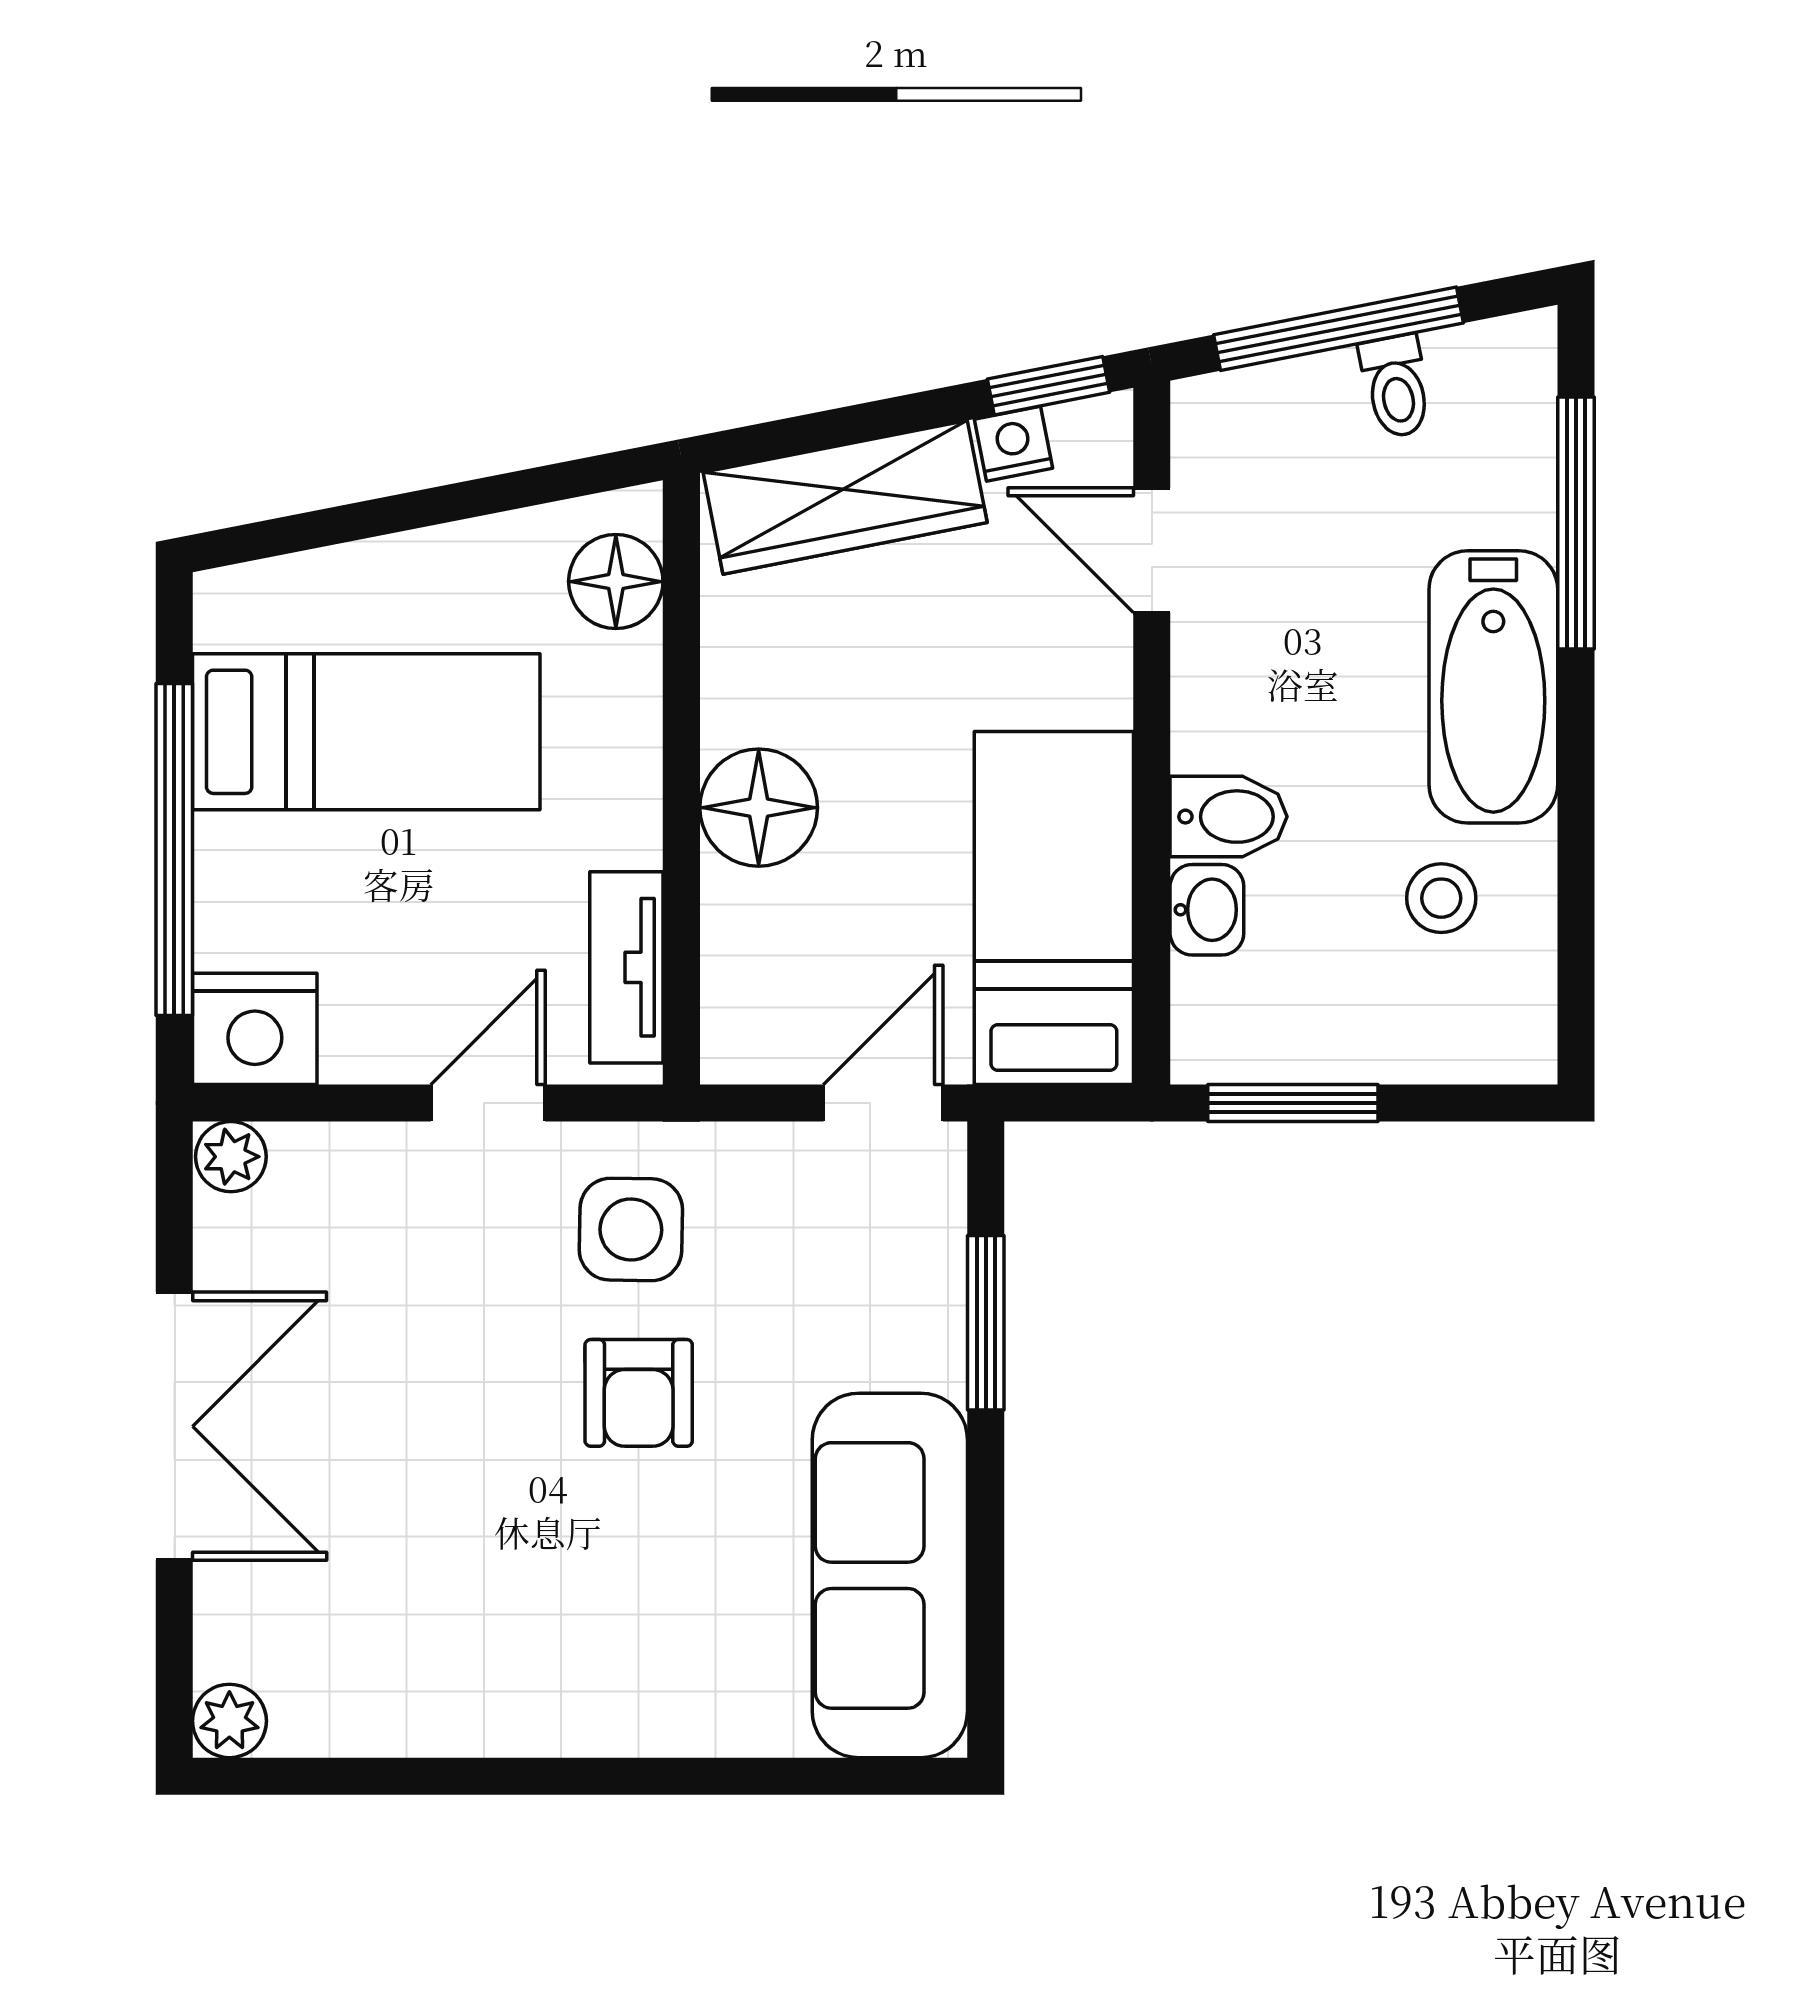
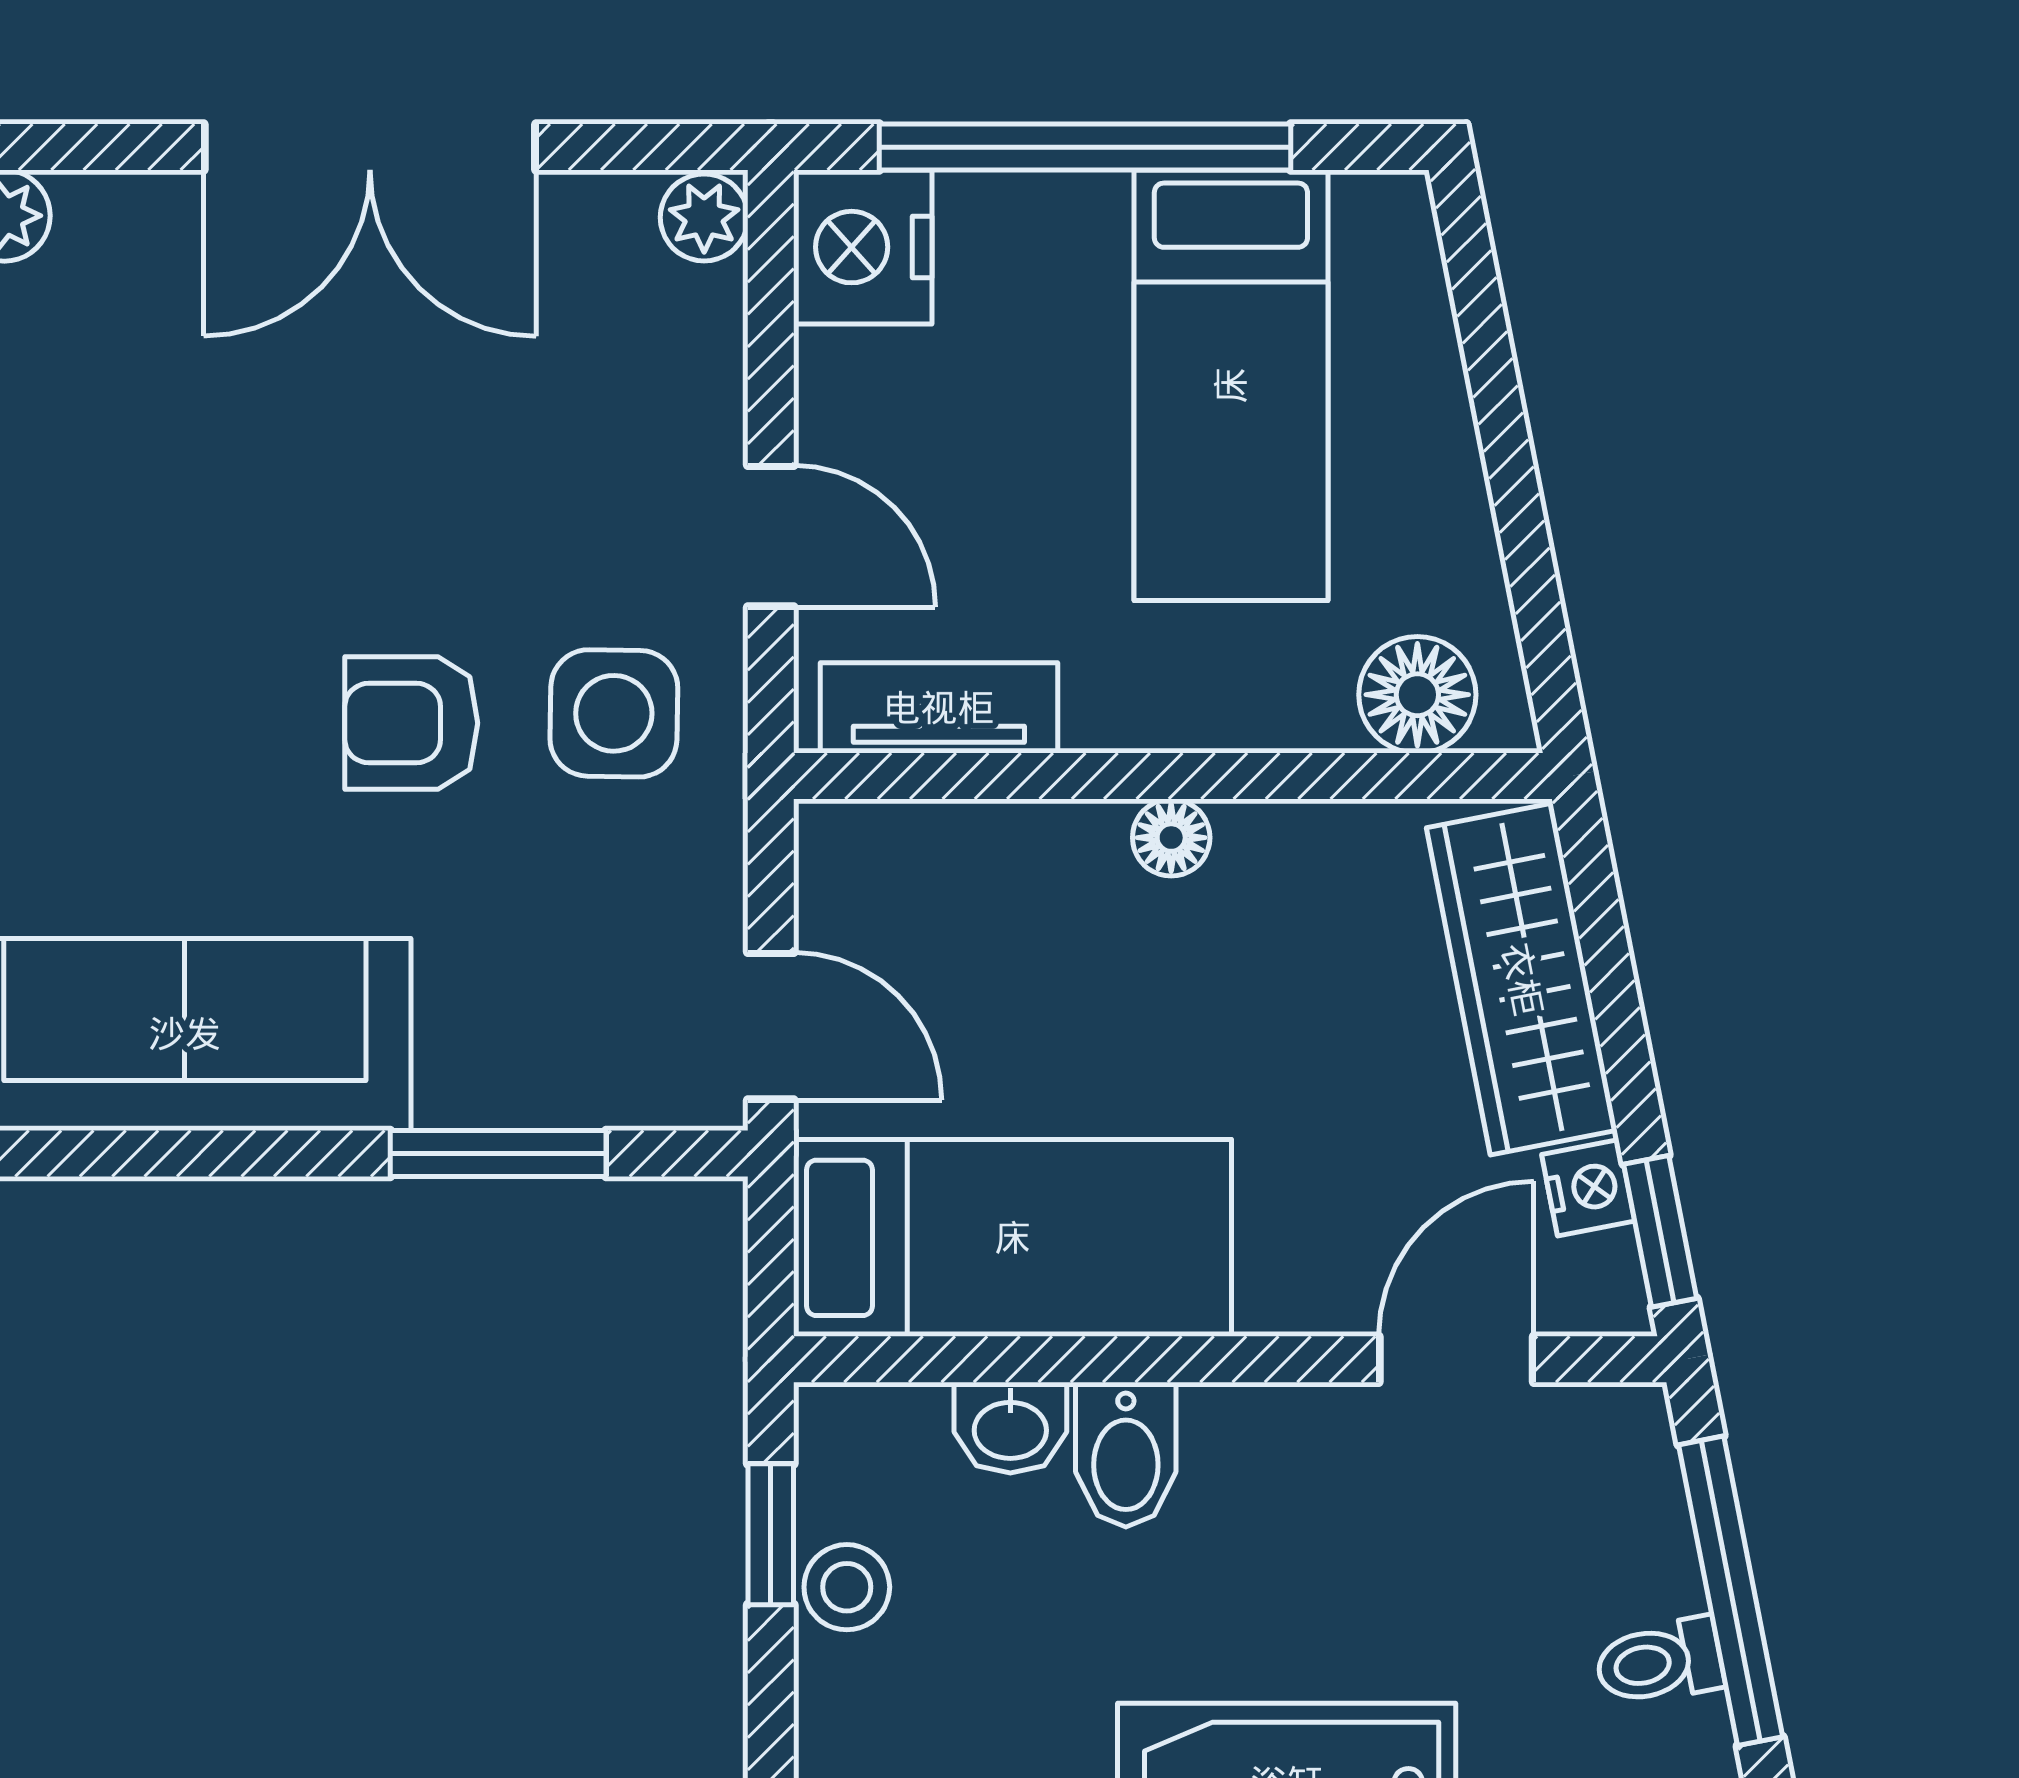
floor lamp: (759, 808) -> (1171, 838), width x0.53, depth x0.53
stool: (1441, 898) -> (847, 1587), moved
window: (1293, 1103) -> (771, 1534), width x0.67

